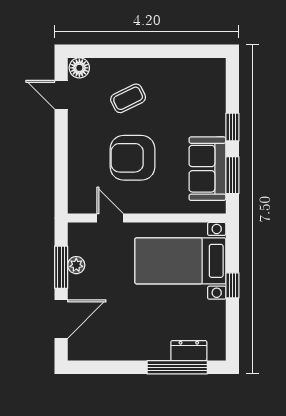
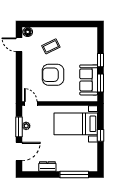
door: (110, 218) -> (31, 103), moved
dresser: (189, 351) -> (47, 167), moved

